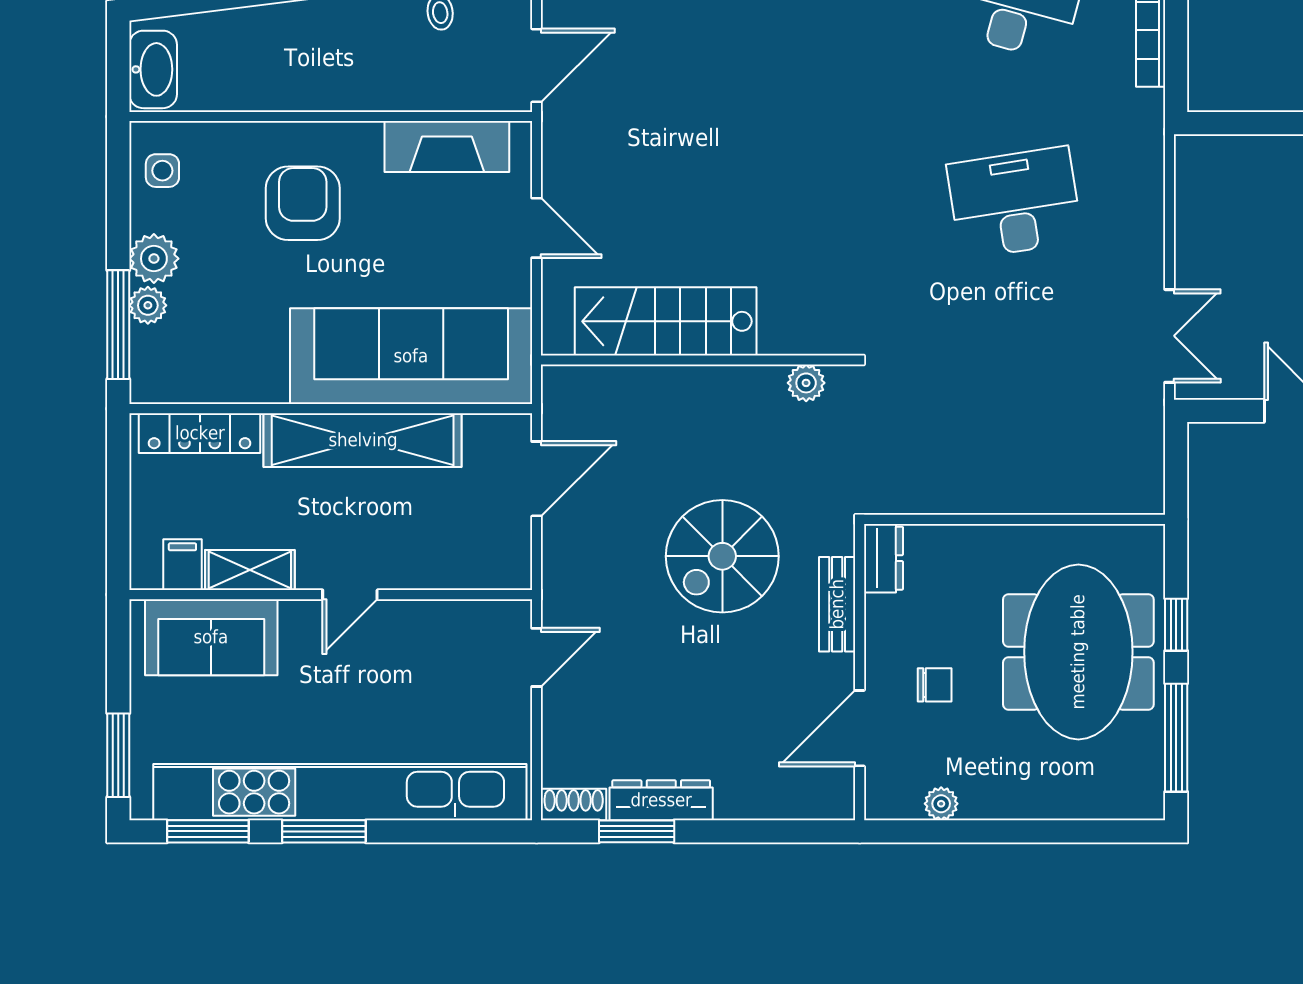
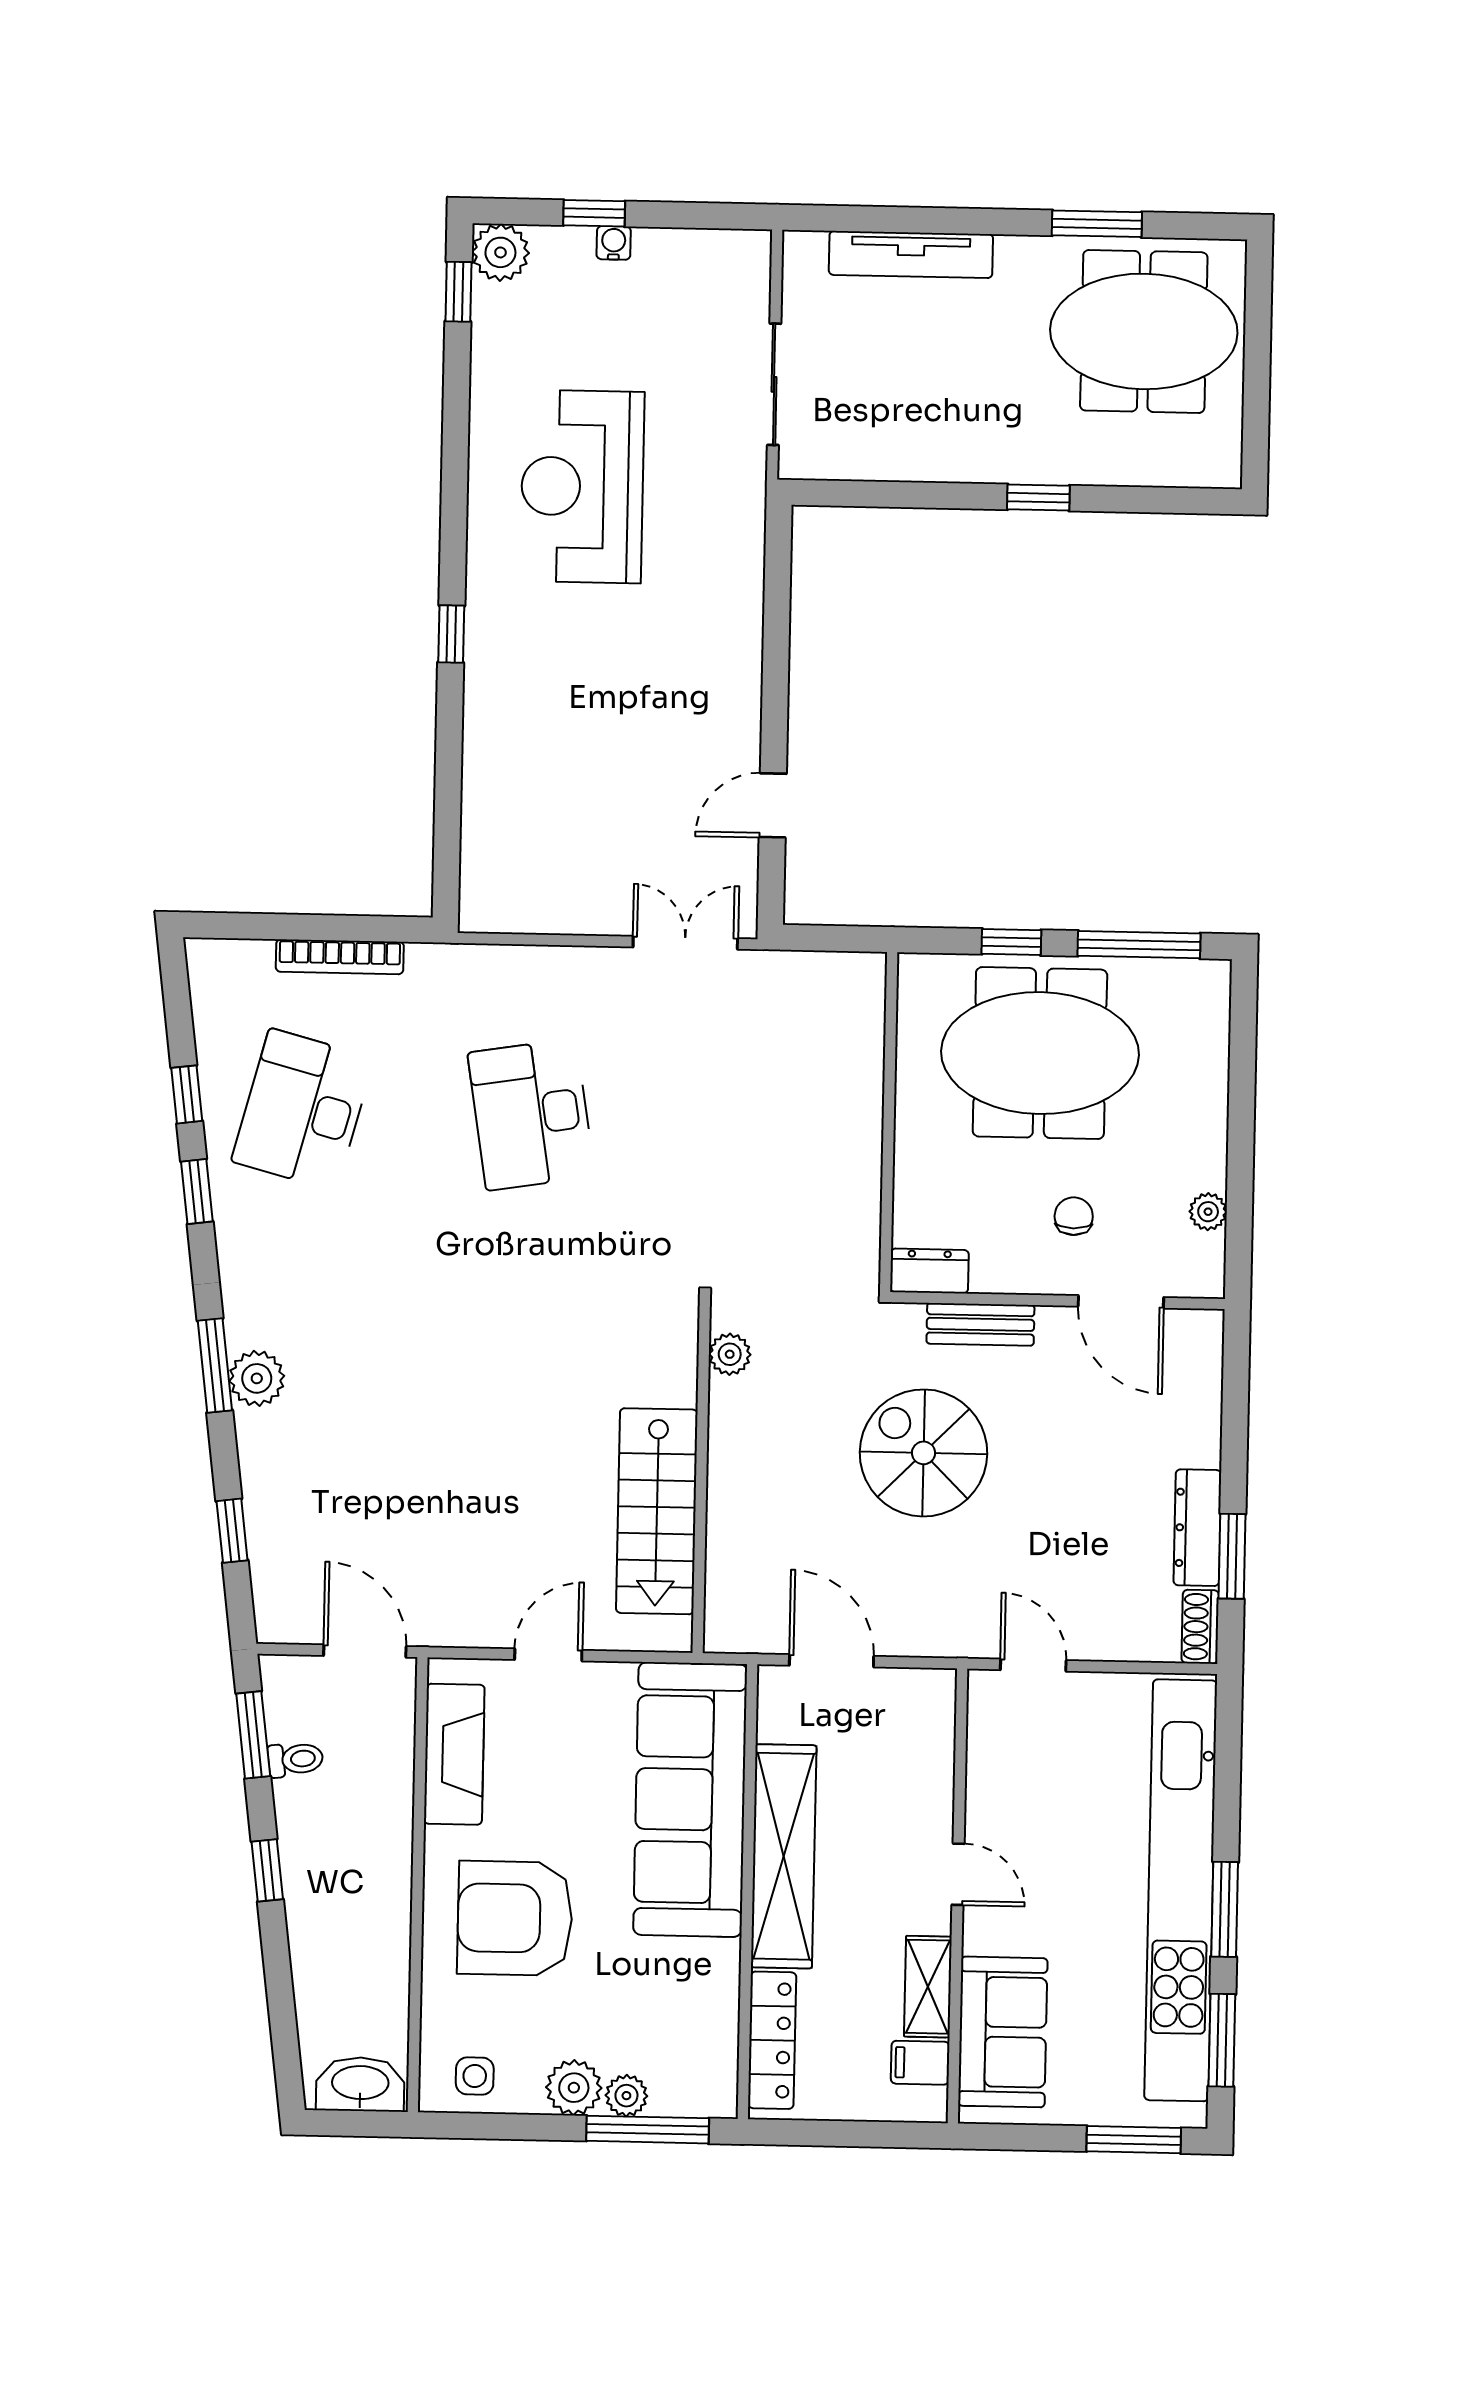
armchair: (303, 203) -> (515, 1918), width x1.36, depth x1.36
spiral stairs: (722, 556) -> (923, 1453), turned 180

